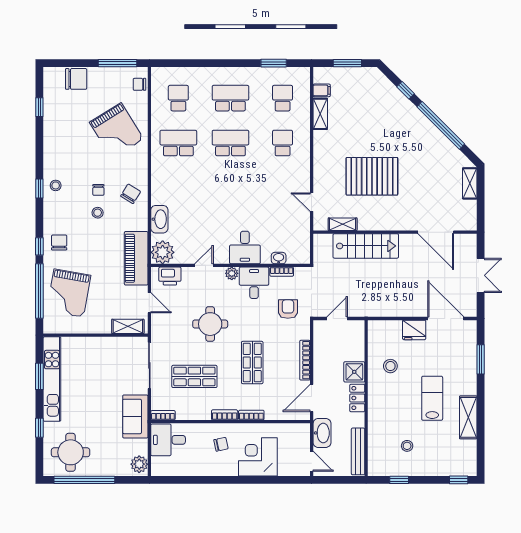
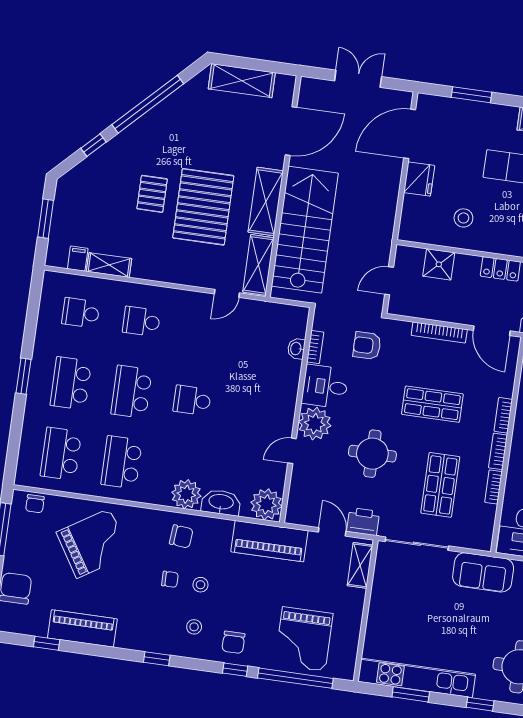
window: (274, 63) -> (24, 376), moved
school desk: (178, 98) -> (61, 454), width x1.85
piano: (54, 131) -> (82, 628), added
pallet: (376, 138) -> (152, 194), added
shelving: (470, 183) -> (242, 81), width x1.50, depth x1.33
stool: (56, 185) -> (194, 627), moved
school desk: (230, 188) -> (192, 400), added
plant: (162, 193) -> (186, 494), added
chair: (131, 194) -> (181, 536), turned 153
shelving: (382, 221) -> (266, 202), added
shelving: (343, 224) -> (258, 265), width x1.50, depth x1.33
chair: (59, 242) -> (233, 642), turned -90
stairs: (366, 246) -> (305, 230), width x1.36, depth x1.51
desk: (245, 248) -> (276, 392), removed
door: (204, 265) -> (292, 451), hinge flipped
plant: (232, 273) -> (315, 424), width x1.87, depth x1.87
printer: (170, 276) -> (363, 522), moved, turned -90
grand piano: (69, 293) -> (304, 639), turned 80
door: (149, 303) -> (332, 532), hinge flipped
door: (337, 319) -> (389, 281), hinge flipped
shower: (354, 372) -> (439, 264), moved
bookcase: (163, 415) -> (493, 487), moved

